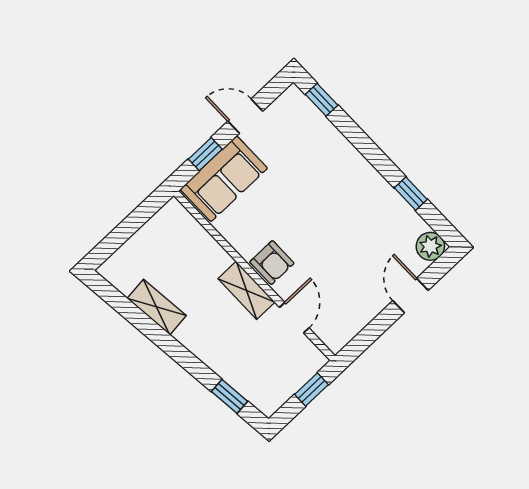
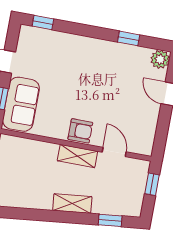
shelving: (157, 307) -> (72, 204), moved

